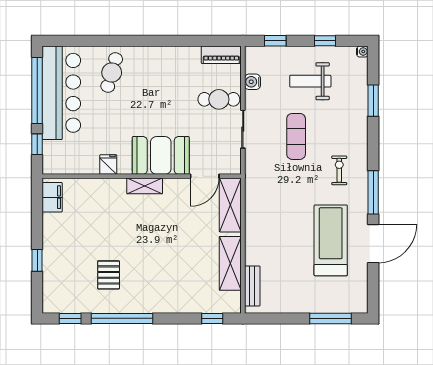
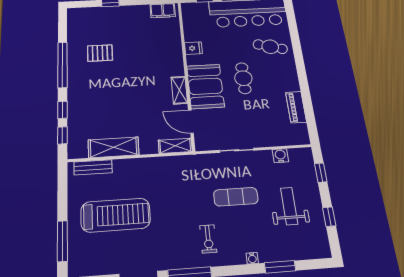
water cooler: (362, 52) -> (252, 258), moved
piano: (221, 55) -> (296, 107), moved
cafe table: (219, 99) -> (243, 78), moved
exercise bike: (339, 170) -> (208, 239), turned 90
shelving: (145, 186) -> (179, 90), moved
shelving: (230, 205) -> (175, 146), width x0.67, depth x0.75
treadmill: (331, 240) -> (116, 215), moved
window: (70, 318) -> (62, 110), moved

